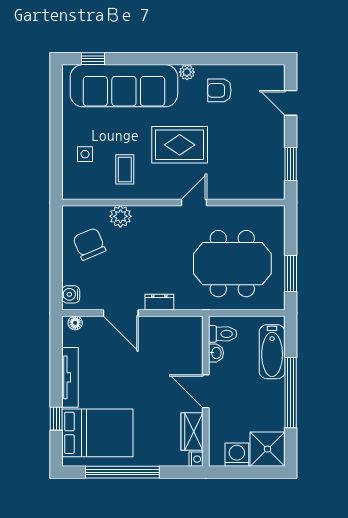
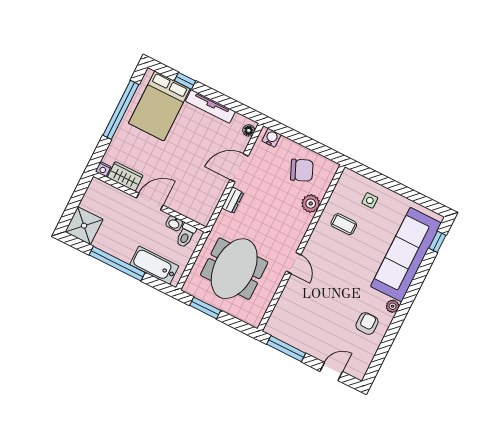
rug: (180, 145) -> (342, 274), removed
window: (291, 164) -> (286, 349), width x1.44
washing machine: (237, 455) -> (91, 201), removed

